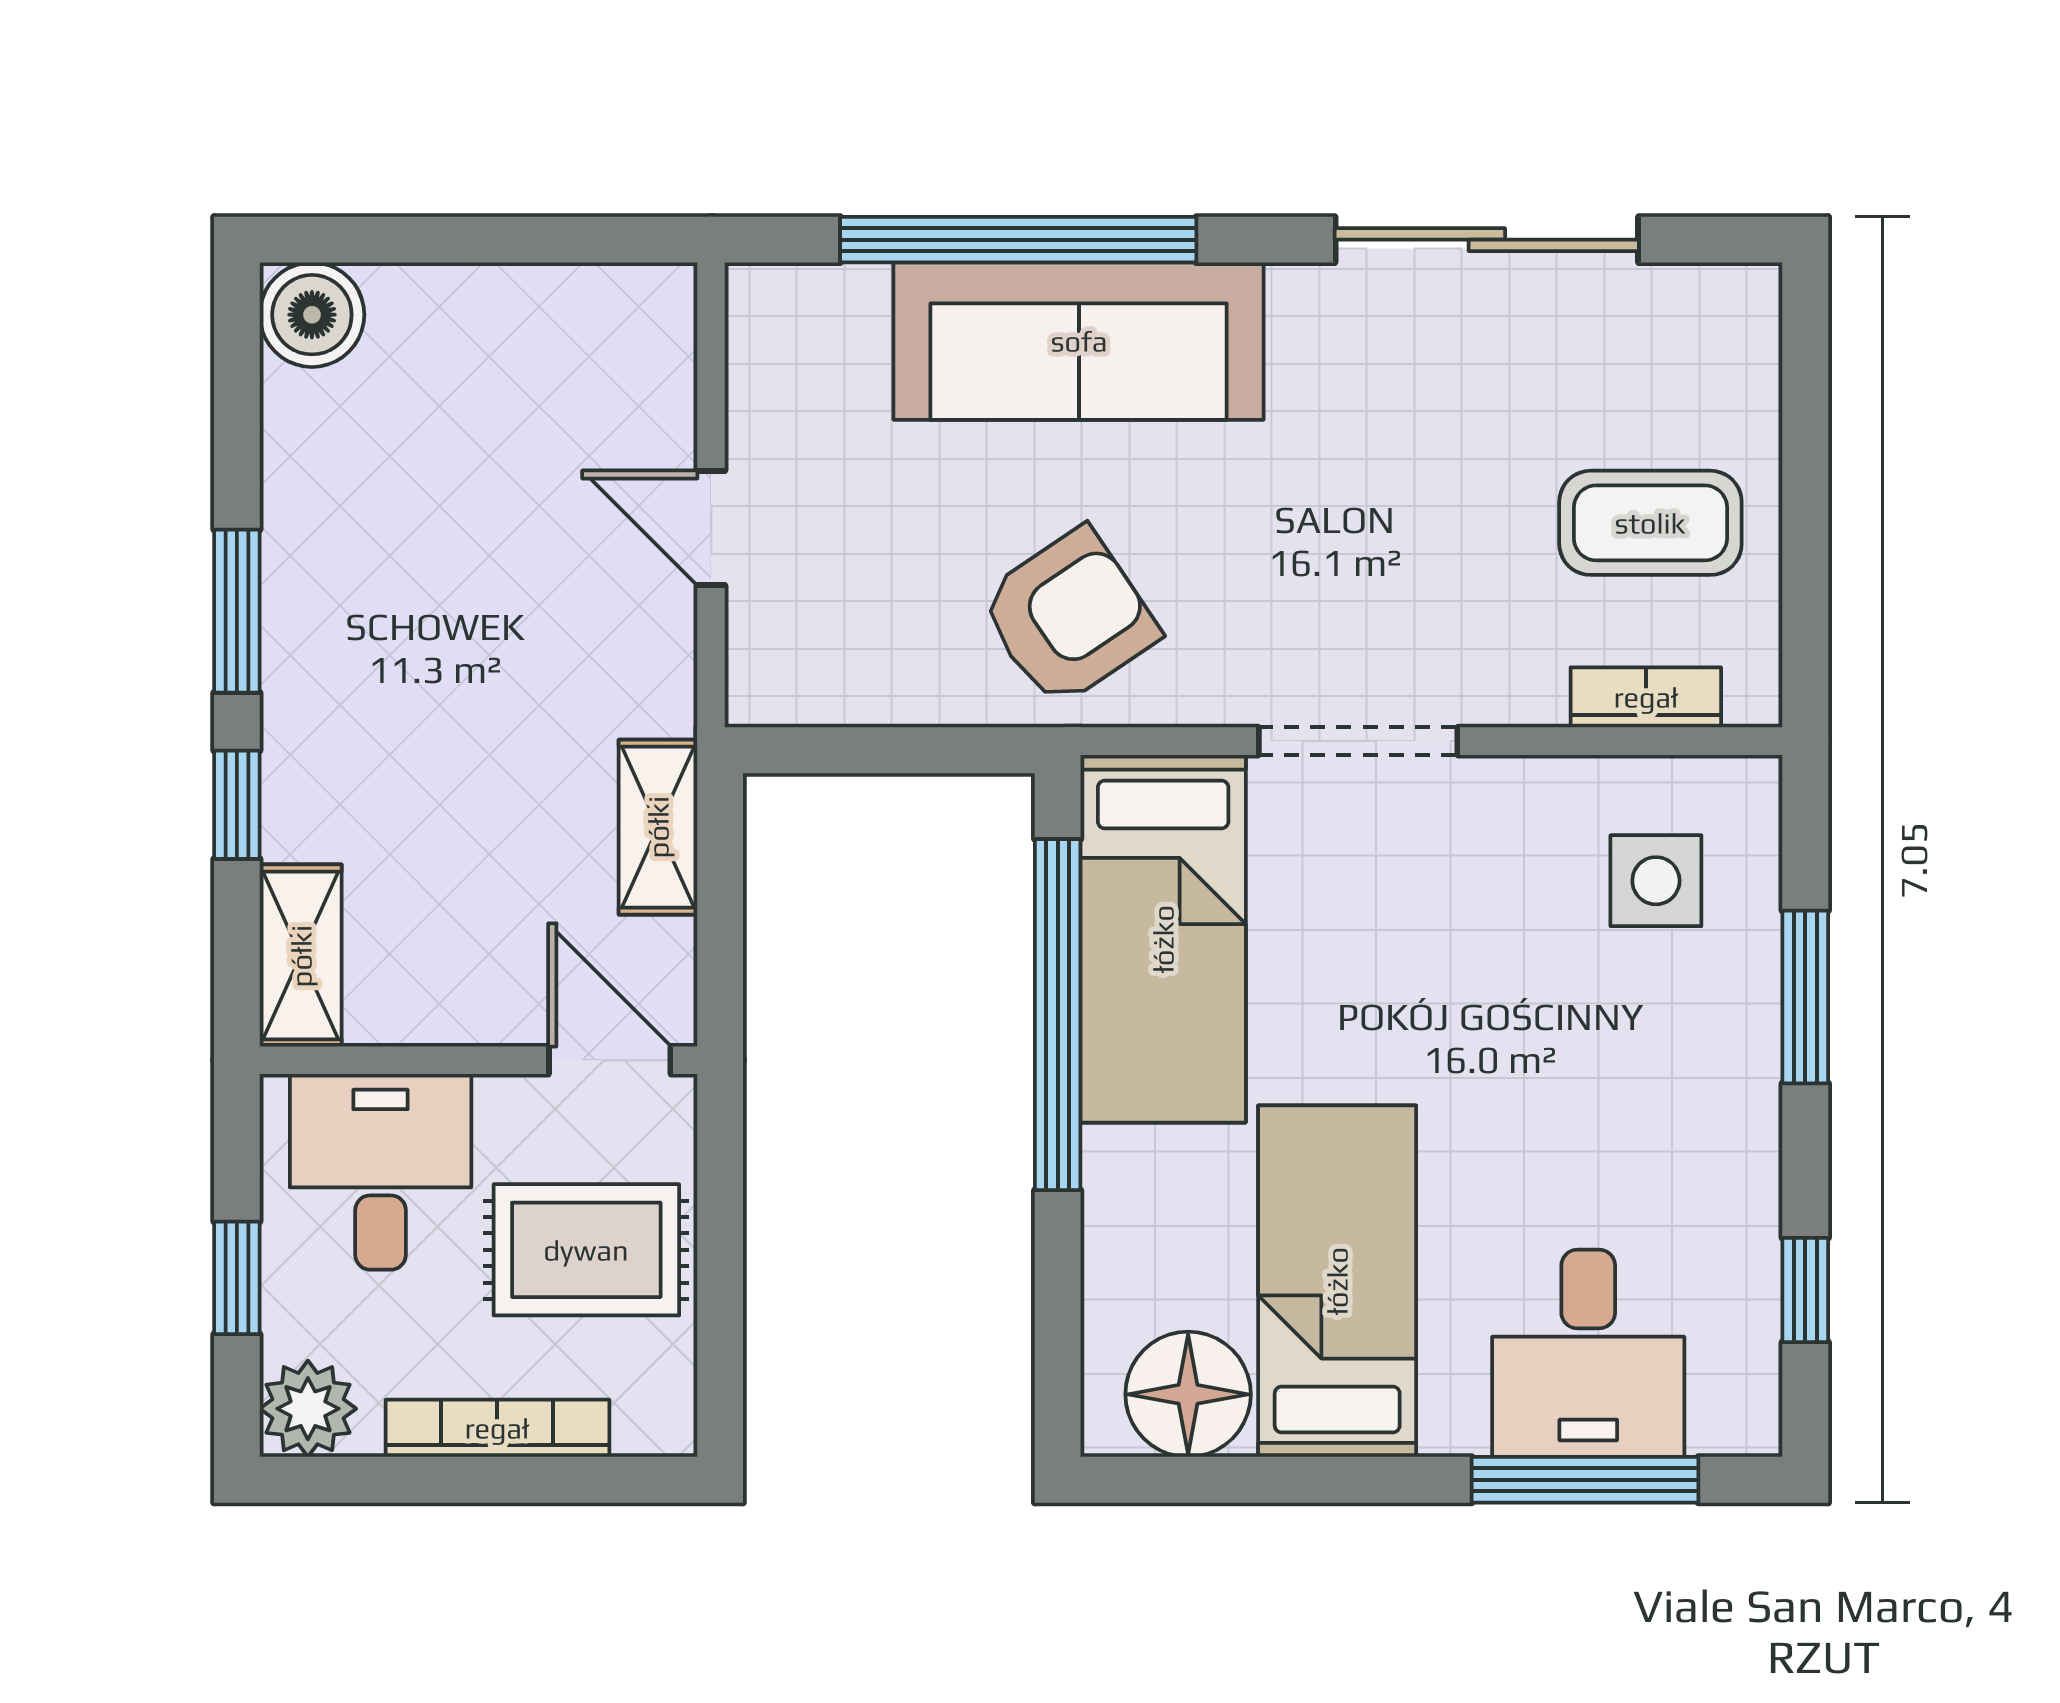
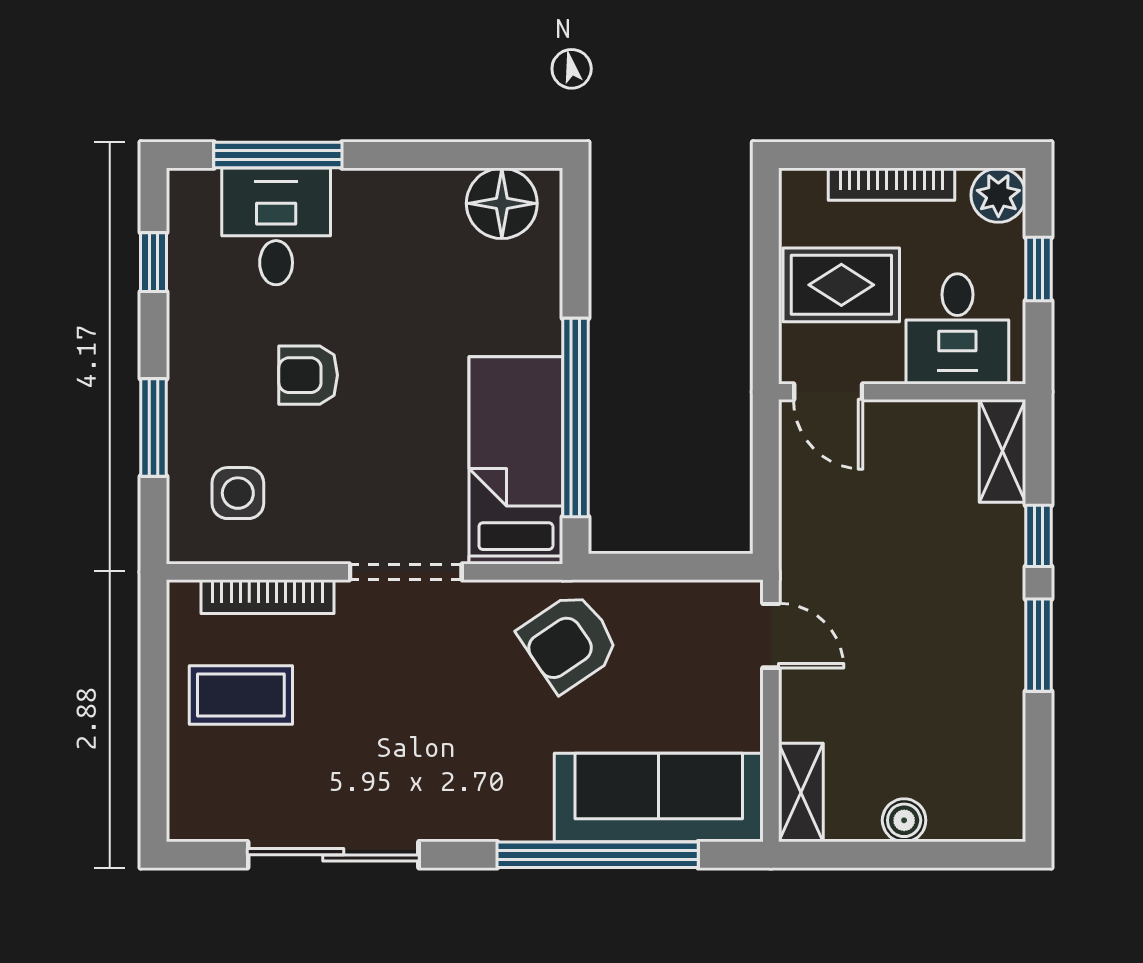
boiler: (312, 315) -> (904, 820), moved, width x0.73, depth x0.73
sofa: (1079, 341) -> (659, 798), moved
door: (711, 528) -> (771, 636), moved
bookcase: (1646, 697) -> (267, 597), width x1.56
shelving: (658, 827) -> (801, 793), moved
armchair: (1531, 1090) -> (308, 375), added
bed: (1337, 1281) -> (418, 267), removed

